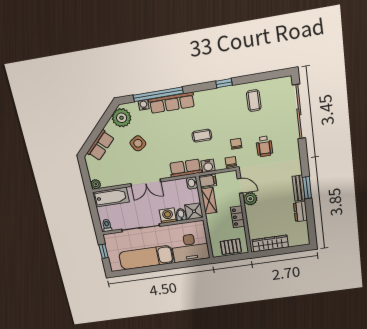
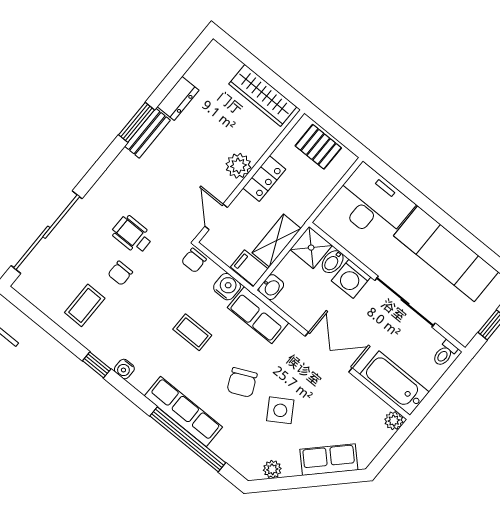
water cooler: (144, 105) -> (124, 369), moved
plant: (122, 118) -> (272, 469), width x0.53, depth x0.53
chair: (163, 138) -> (242, 382), added
chair: (236, 144) -> (120, 273), moved
wheelchair: (264, 146) -> (132, 235), turned -90
plant: (250, 199) -> (238, 166), moved

